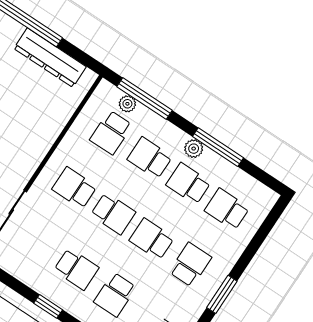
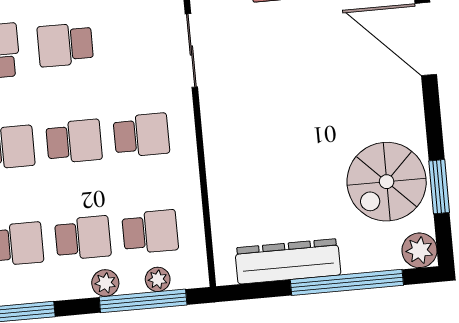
school desk: (111, 132) -> (150, 232), turned 90
plant: (194, 149) -> (105, 283), moved
school desk: (113, 214) -> (74, 141), turned 180

